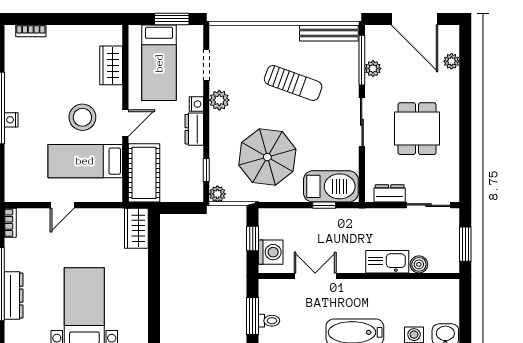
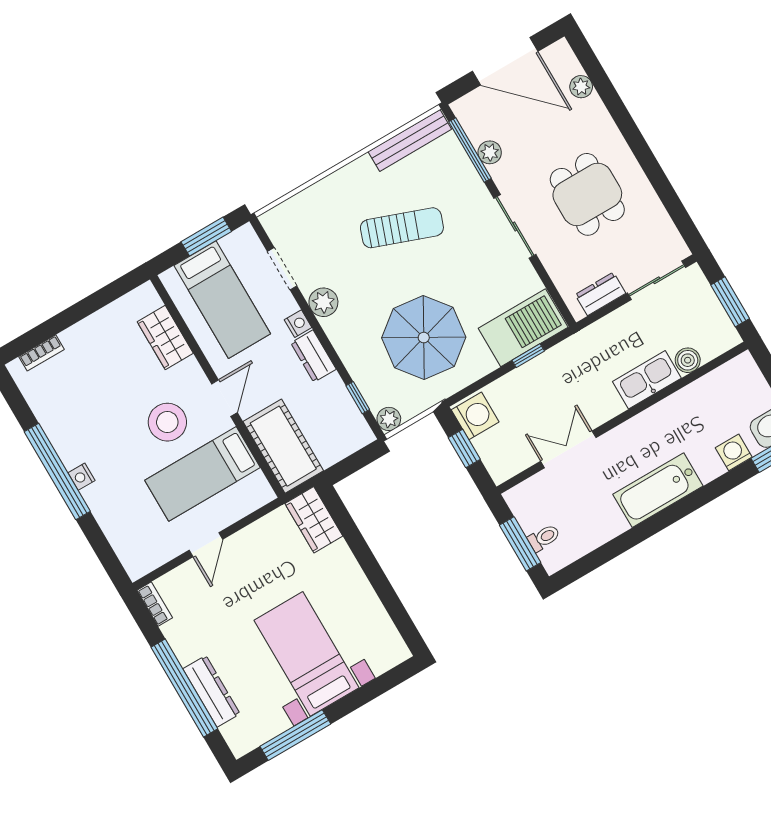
washing machine: (271, 252) -> (475, 416), moved

